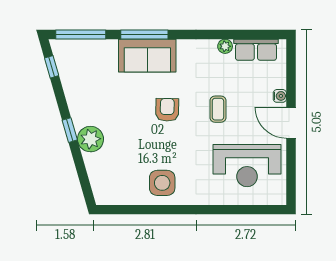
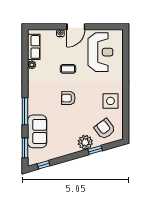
window: (81, 35) -> (25, 148), width x0.69
sofa: (147, 56) -> (37, 131), moved
window: (70, 130) -> (95, 150), moved
armchair: (114, 173) -> (105, 129), added

